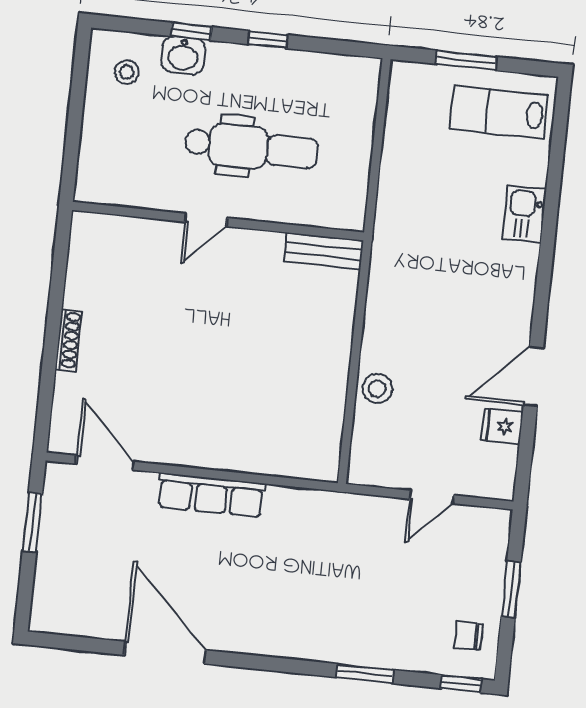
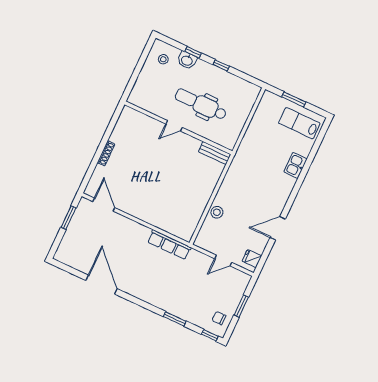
dental chair: (251, 148) -> (201, 104), turned 180
fridge: (502, 426) -> (252, 259), moved
row of seats: (211, 495) -> (169, 245), moved

